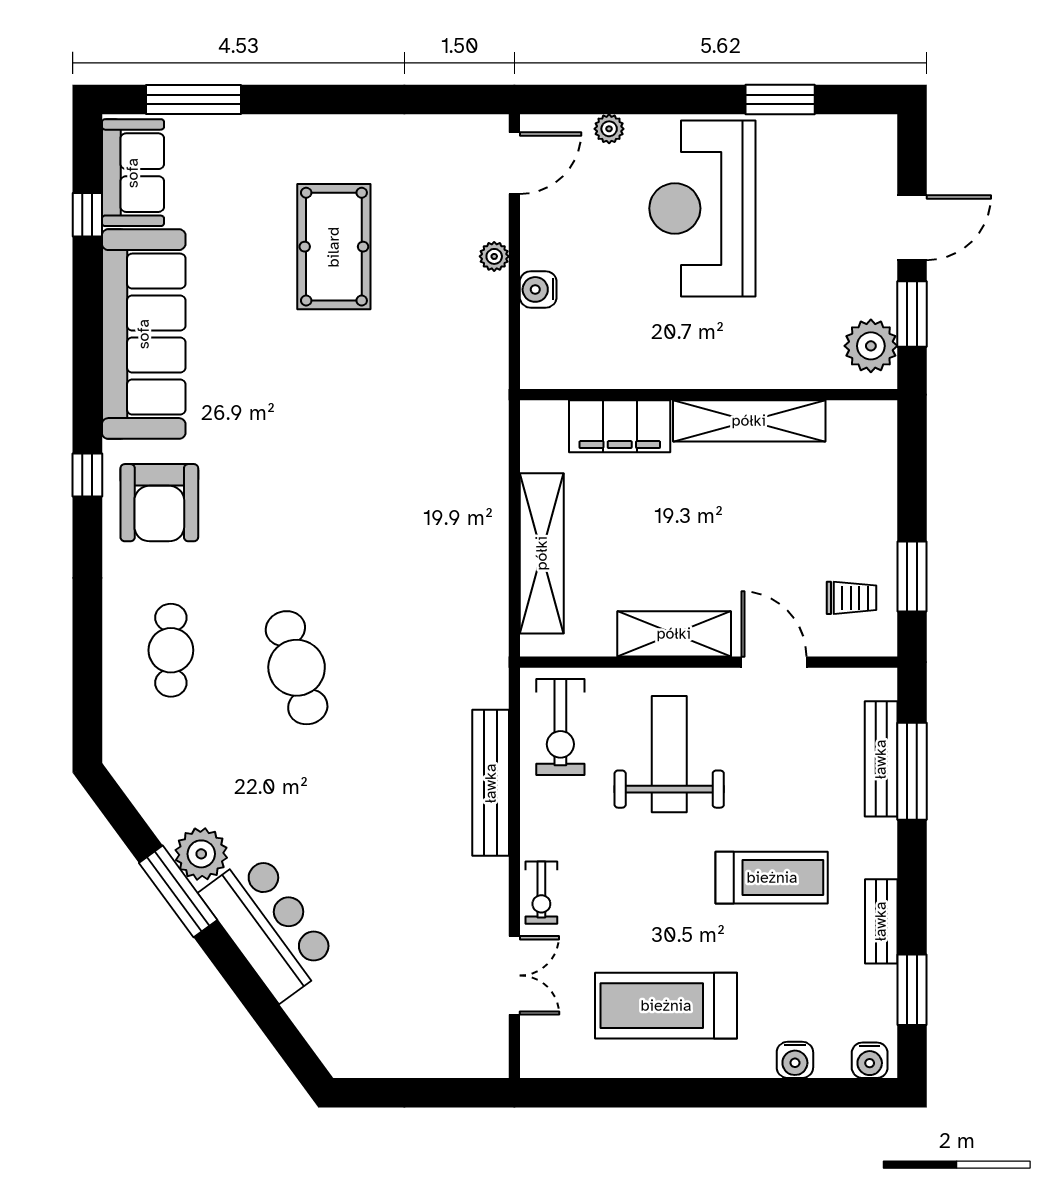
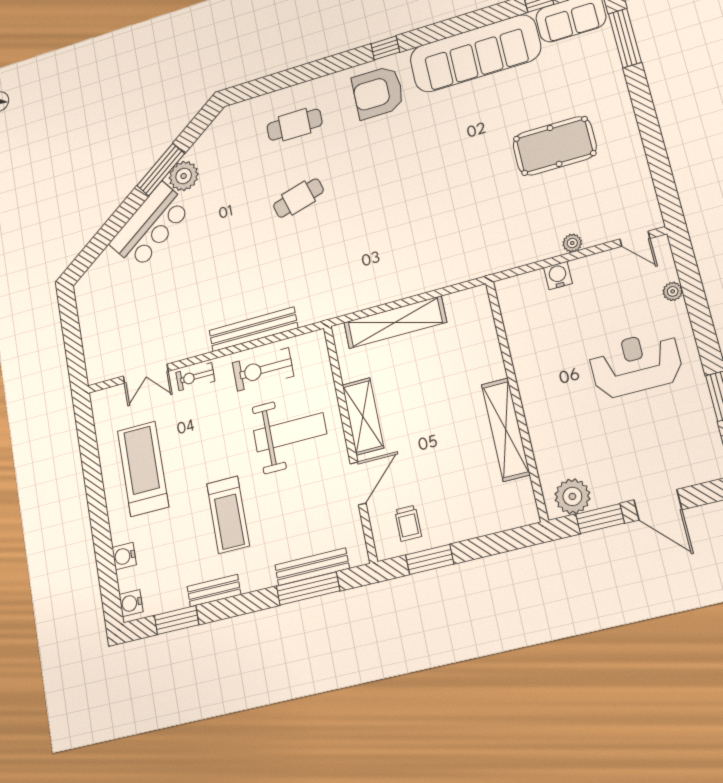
door: (514, 163) -> (635, 239), width x0.73
reception desk: (702, 208) -> (636, 364), width x0.74, depth x0.77
filing cabinet: (620, 426) -> (484, 349), removed
cafe table: (297, 668) -> (298, 198), width x0.73, depth x0.74
exercise bike: (560, 727) -> (263, 369), moved

